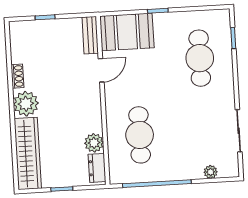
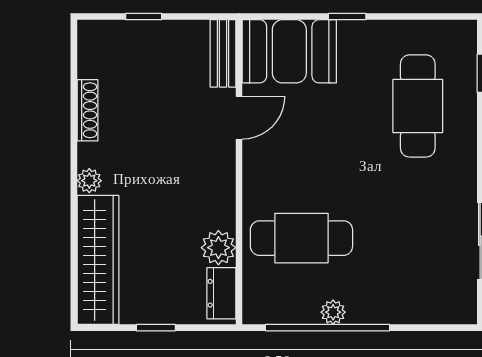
shoe rack: (17, 76) -> (87, 110), width x1.43
plant: (26, 104) -> (89, 181), width x0.53, depth x0.53
cafe table: (140, 135) -> (301, 238), turned 90
plant: (211, 172) -> (333, 312), moved

